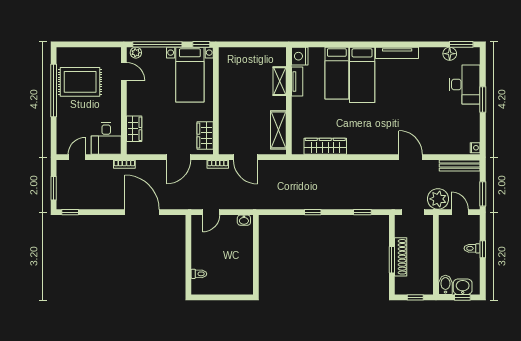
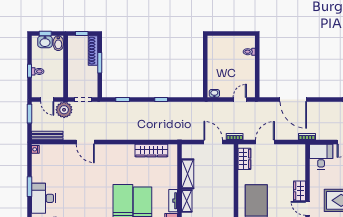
wardrobe: (134, 129) -> (299, 191), moved
shelving: (278, 130) -> (188, 174), moved
shoe rack: (401, 257) -> (93, 51), moved

